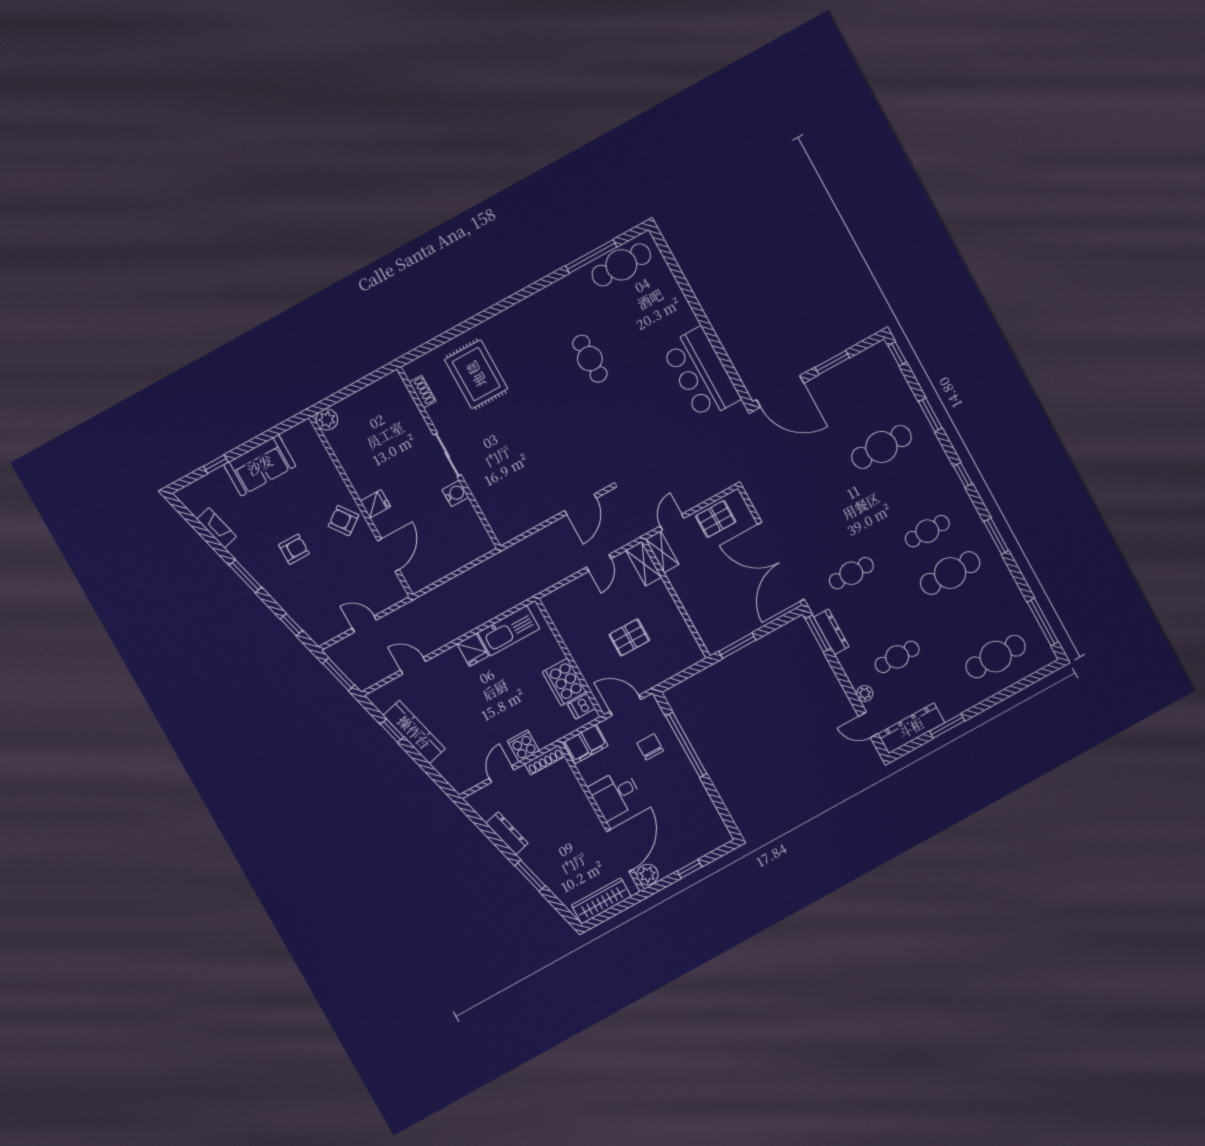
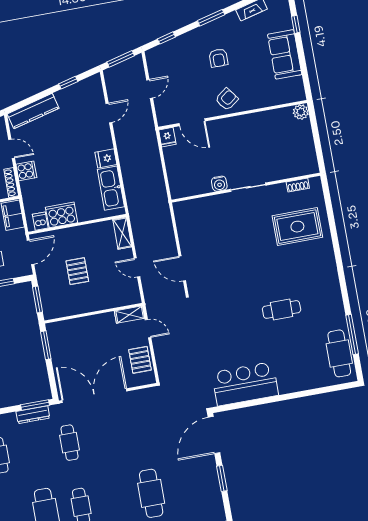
fridge: (375, 504) -> (167, 137), moved
shelving: (644, 564) -> (122, 233), moved, turned 90
window: (683, 676) -> (38, 300), added
kitchen counter: (414, 732) -> (33, 111), moved

